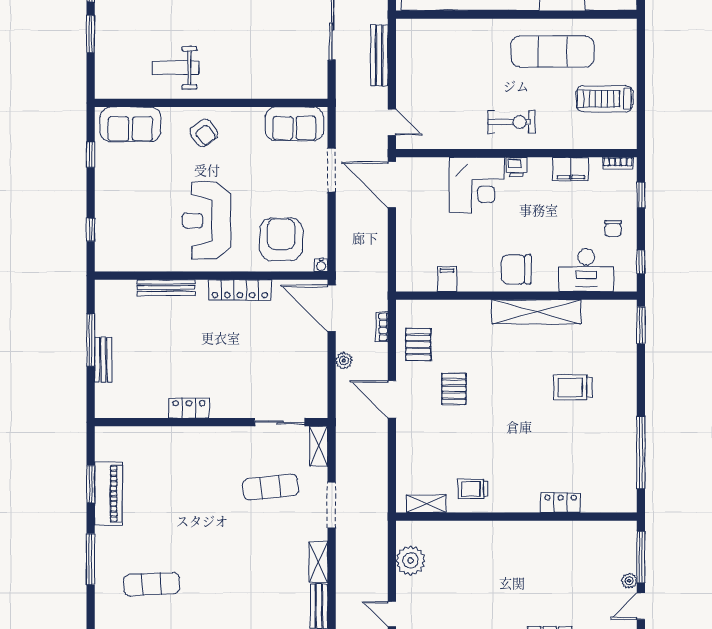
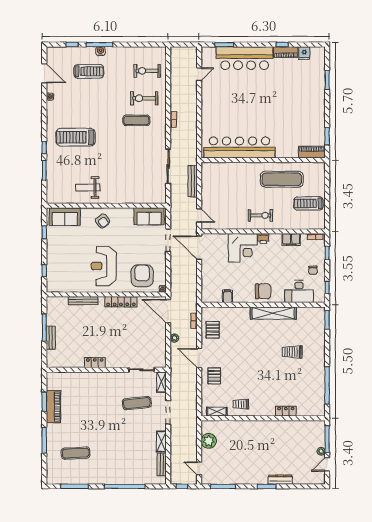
chair: (516, 269) -> (263, 291), turned 180
pallet: (454, 389) -> (214, 376), moved

